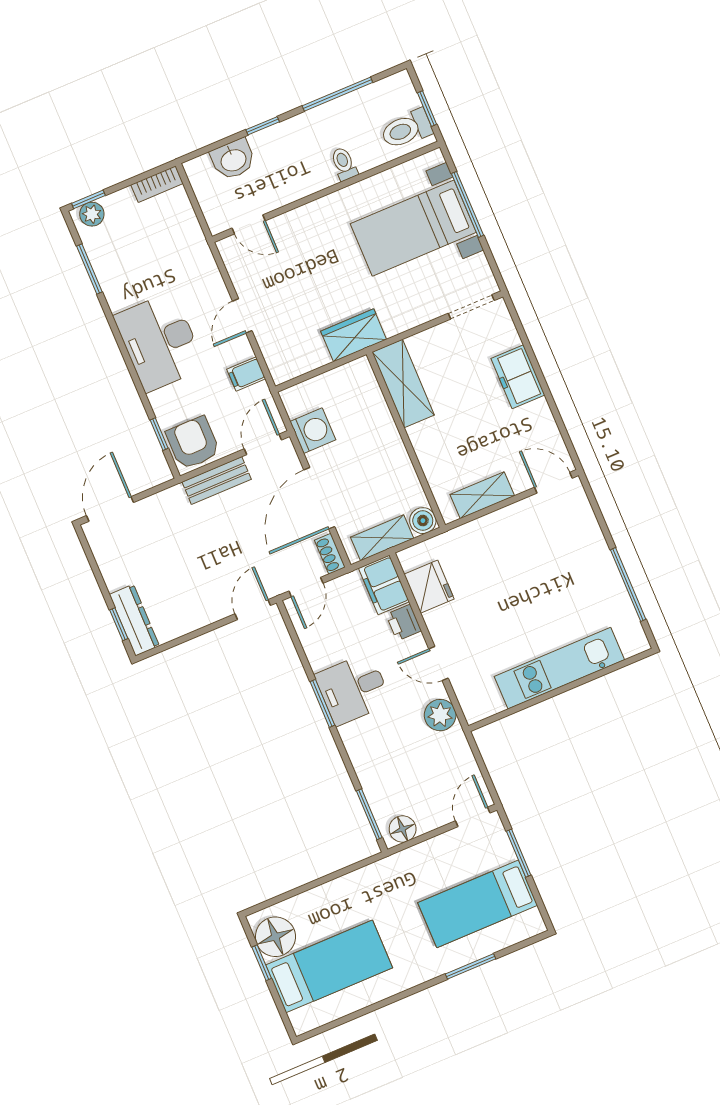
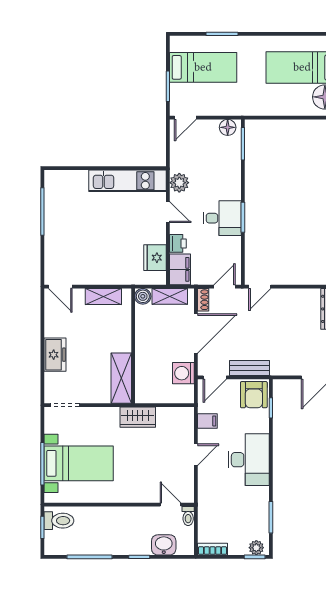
toilet: (344, 164) -> (188, 516), moved
kitchen unit: (559, 668) -> (128, 181), moved

